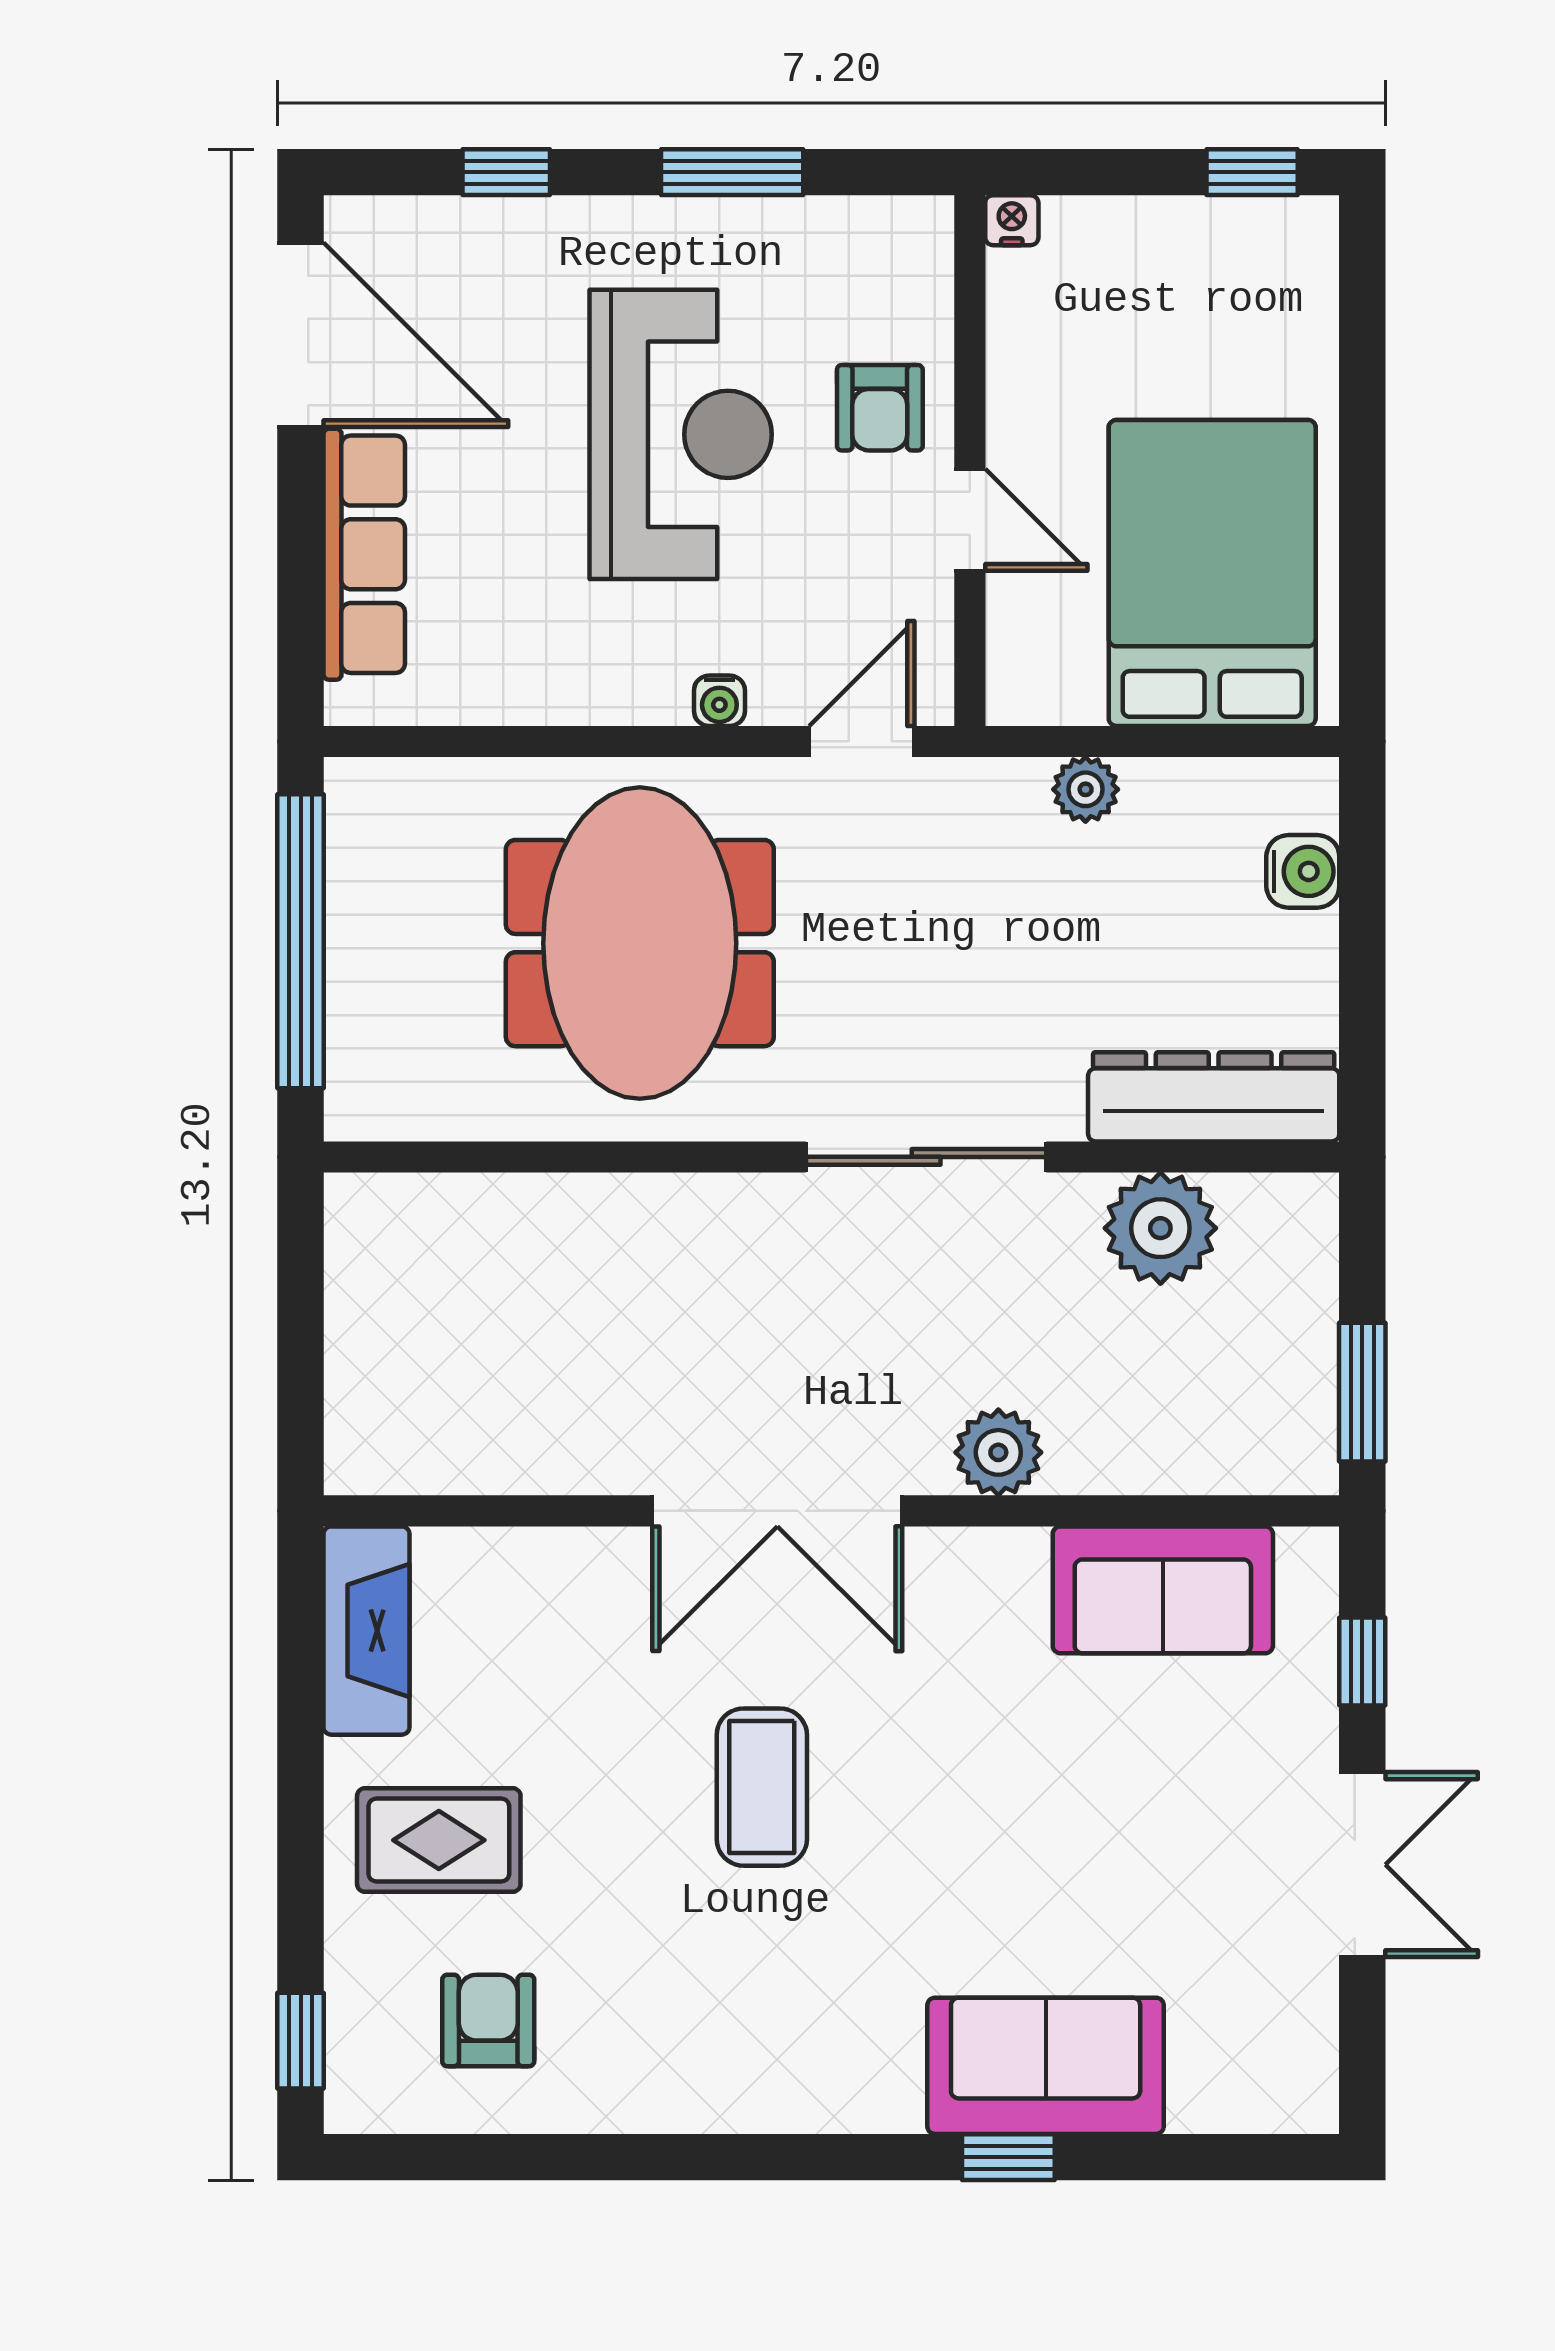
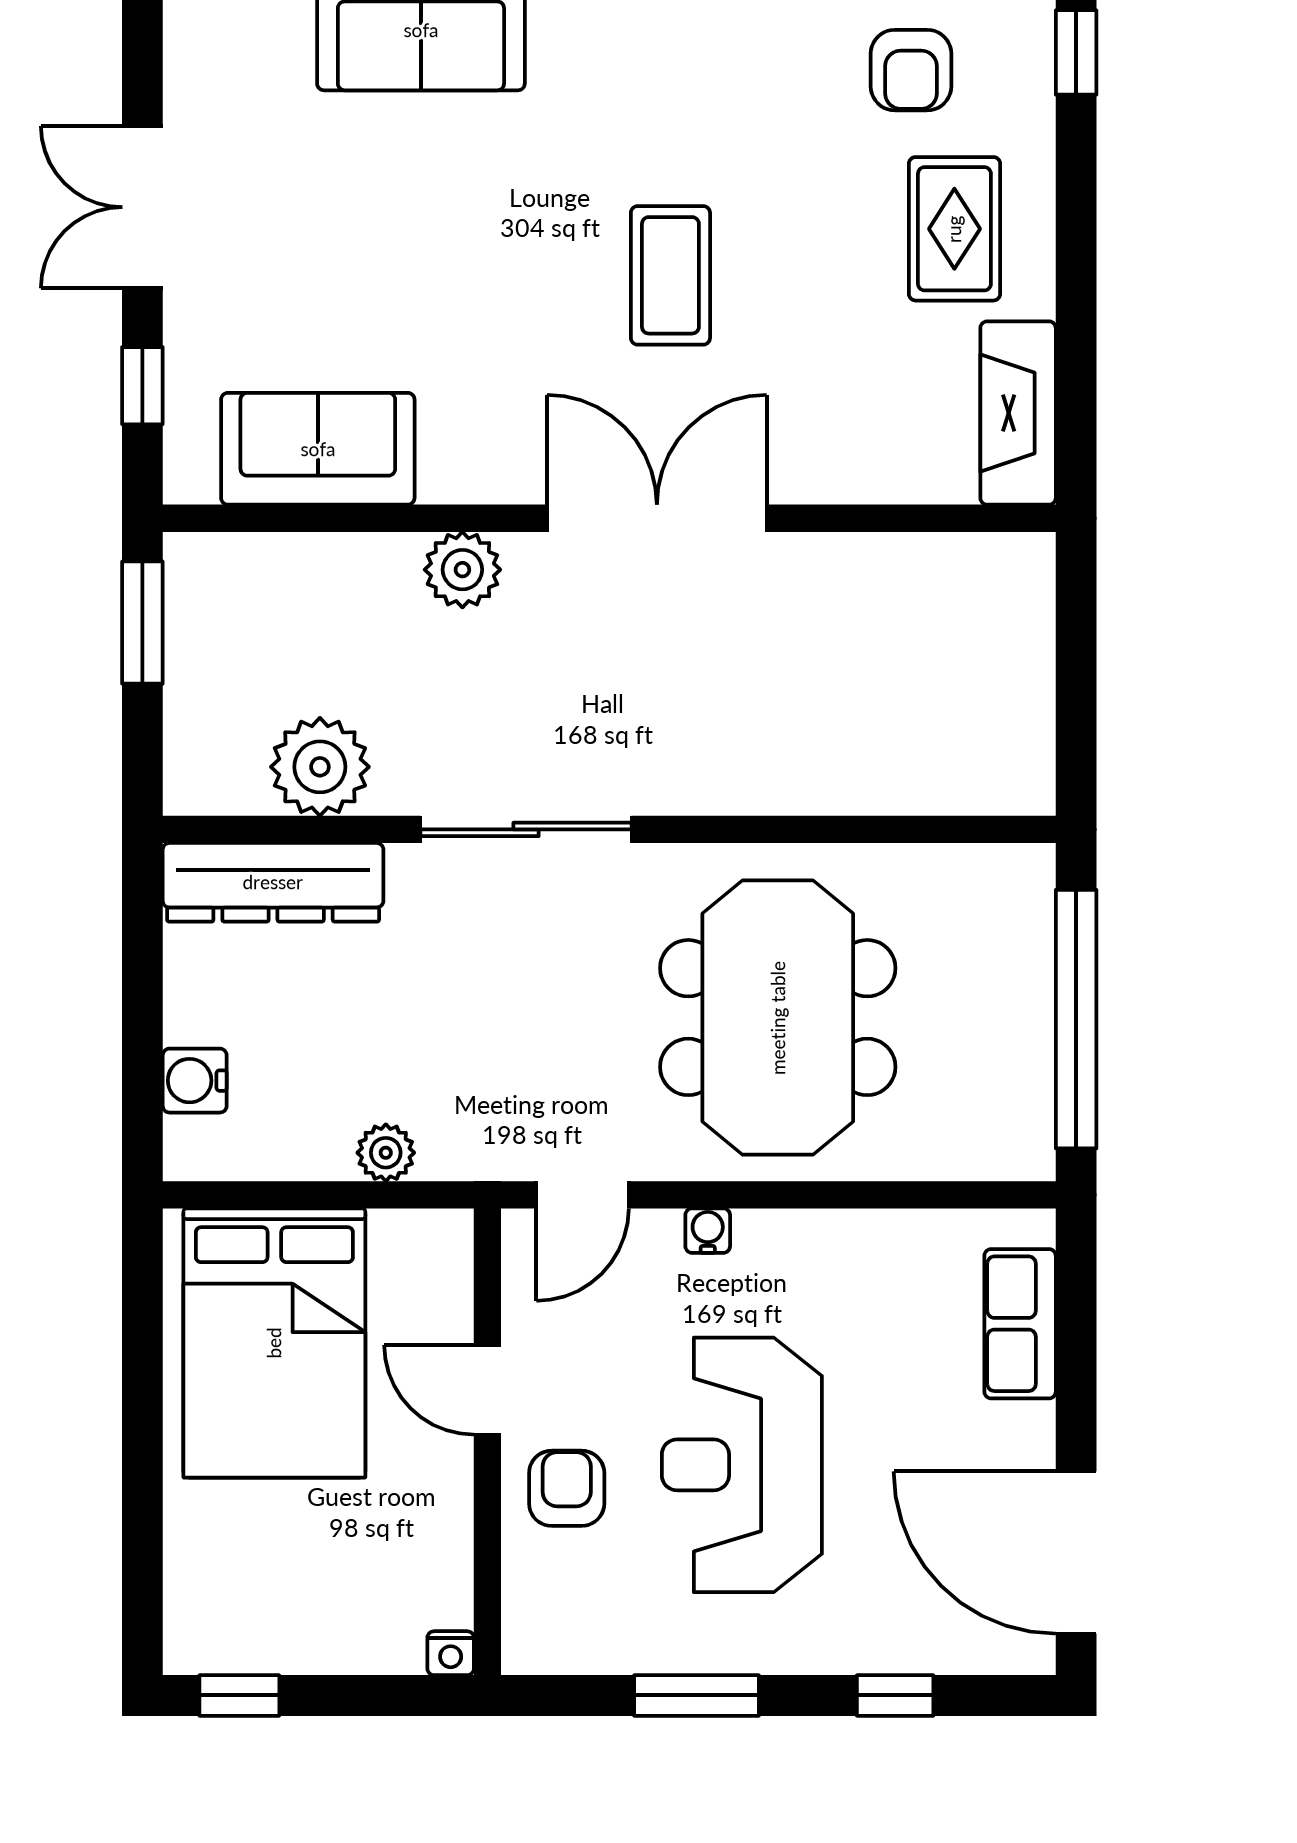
row of seats: (364, 554) -> (1020, 1324), width x0.68
rug: (439, 1840) -> (954, 229), turned 90

